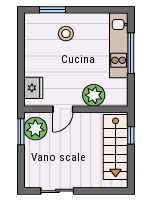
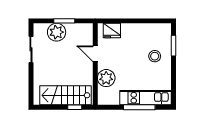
plant: (35, 129) -> (57, 32), moved
window: (21, 132) -> (64, 21), moved

